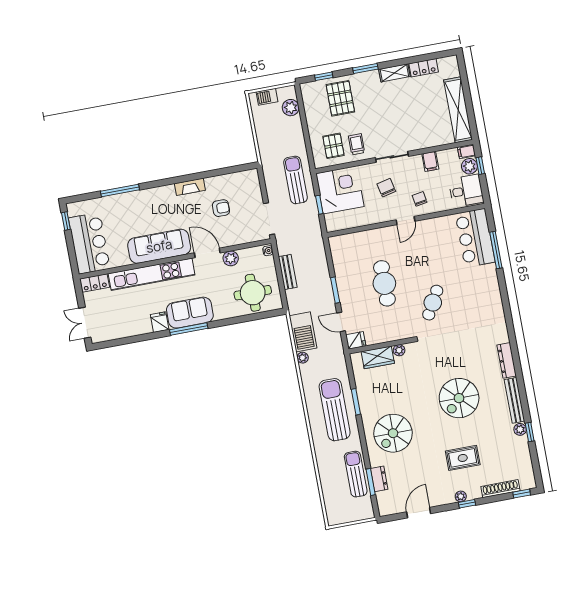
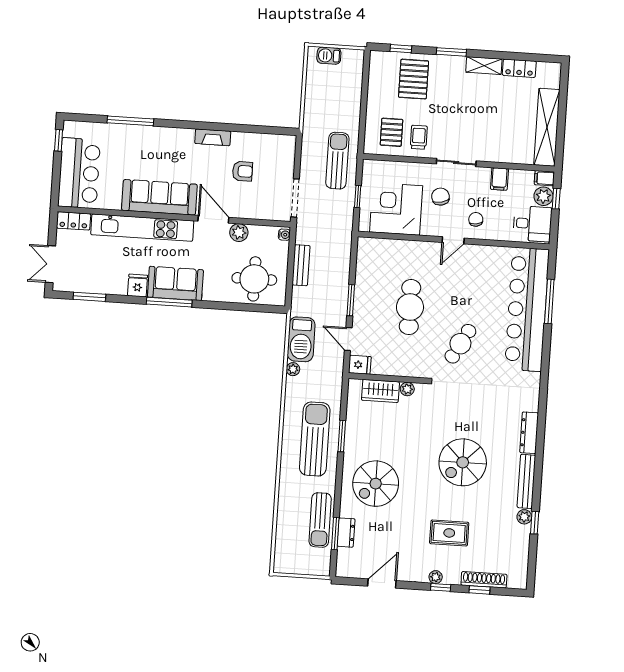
plant: (291, 108) -> (353, 75), removed
corner desk: (340, 190) -> (396, 209), moved, turned -90
bar counter: (475, 238) -> (527, 309), width x1.86
window: (123, 341) -> (89, 297), added
sun lounger: (356, 474) -> (320, 520), turned 180
window: (522, 494) -> (480, 590), moved

